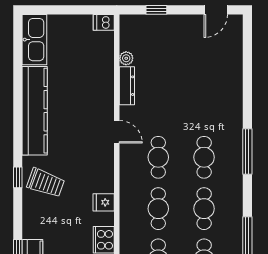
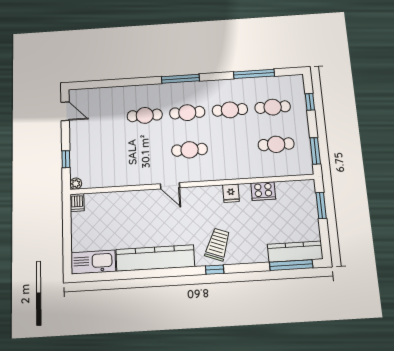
plant: (126, 58) -> (76, 184), moved
dresser: (127, 86) -> (130, 180), removed
door: (117, 132) -> (170, 186), swing flipped
cafe table: (158, 209) -> (145, 115), moved

